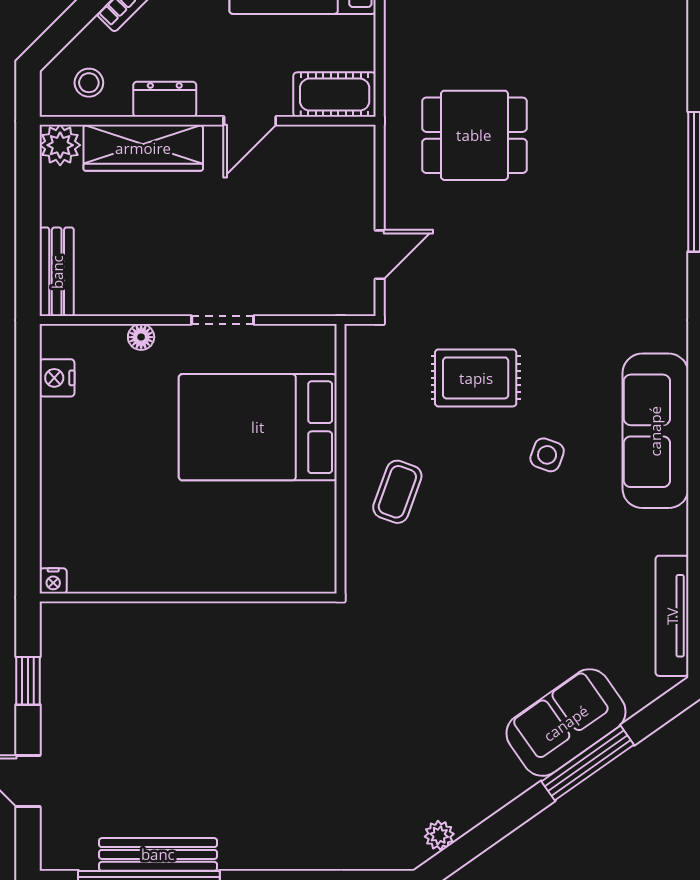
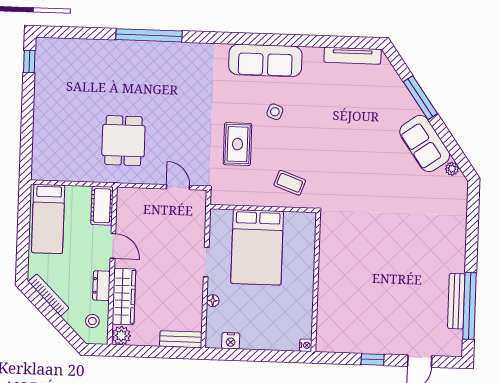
nightstand: (53, 581) -> (306, 345), moved
wall: (188, 597) -> (316, 282), moved
sofa: (566, 723) -> (425, 144), moved

